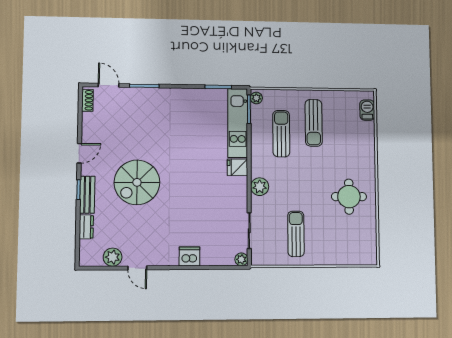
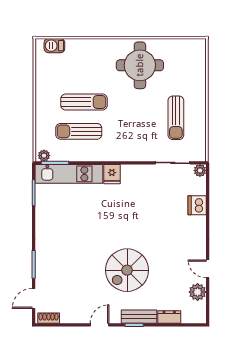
sun lounger: (314, 123) -> (84, 102), moved
door: (79, 153) -> (100, 325), hinge flipped
spiral stairs: (137, 182) -> (127, 270), turned 90
plant: (260, 187) -> (131, 153), removed
round table: (349, 197) -> (140, 65), width x1.36, depth x1.36
sun lounger: (296, 234) -> (176, 118), turned -90
dishwasher: (189, 256) -> (197, 205), moved
door: (137, 268) -> (208, 269), swing flipped

